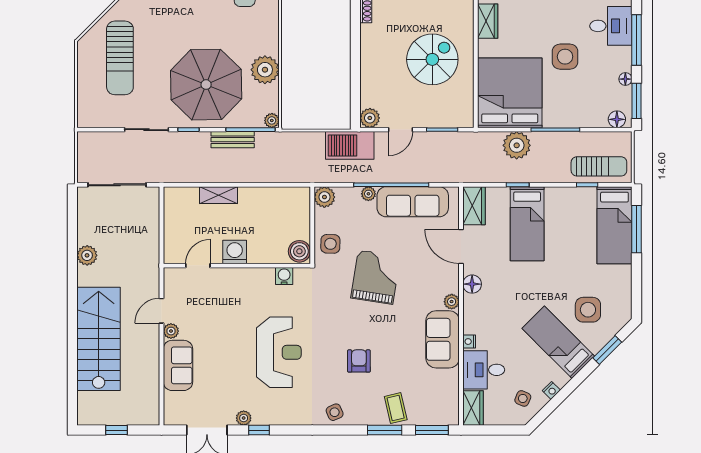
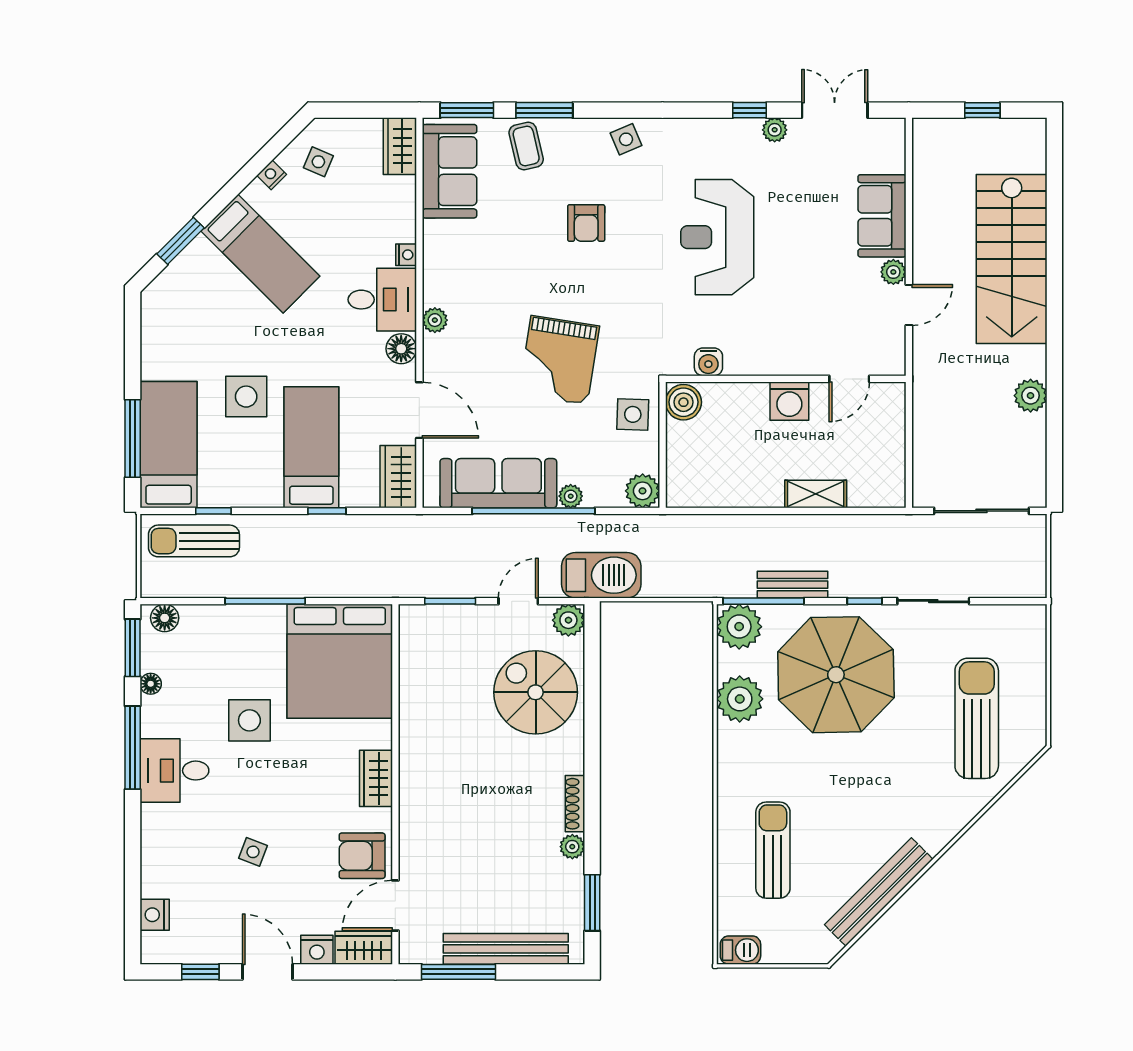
spiral stairs: (432, 59) -> (536, 692), moved, turned 90
plant: (272, 120) -> (739, 627), width x1.88, depth x1.88
plant: (517, 145) -> (328, 575), removed
side table: (588, 310) -> (246, 397), moved
sofa: (443, 339) -> (449, 171), moved
desk: (484, 370) -> (382, 300), moved

